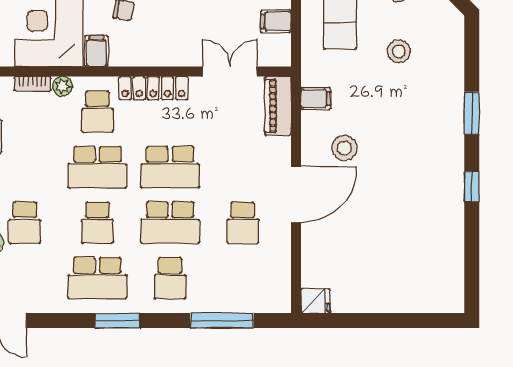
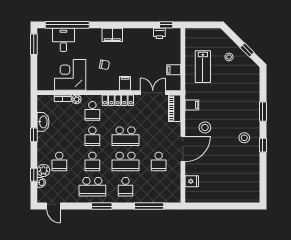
filing cabinet: (96, 51) -> (125, 83), moved
stool: (399, 51) -> (244, 138), moved
school desk: (97, 167) -> (92, 136), width x0.54
fridge: (316, 301) -> (192, 181), moved

